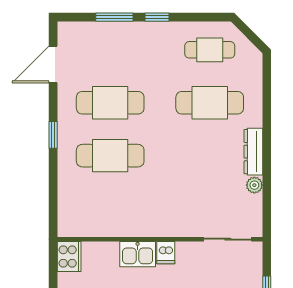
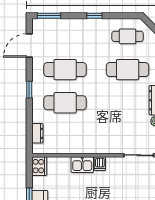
window: (114, 17) -> (49, 16), moved
dresser: (66, 204) -> (37, 133), added

